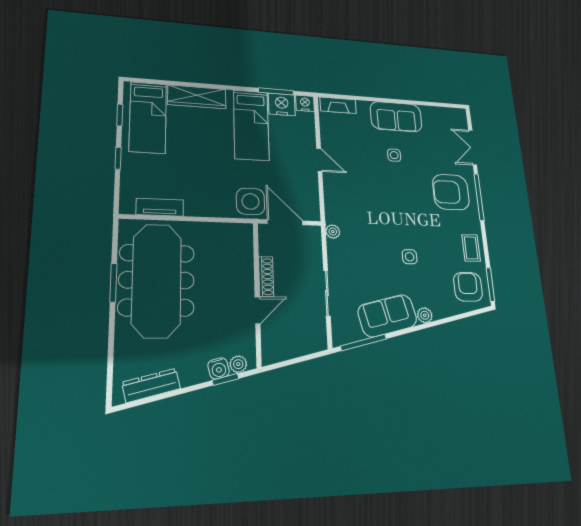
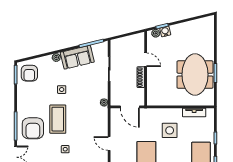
armchair: (451, 192) -> (33, 128), turned 90
side table: (251, 201) -> (170, 130), moved
coffee table: (471, 248) -> (58, 119), moved, width x1.86, depth x1.72
meeting table: (157, 280) -> (195, 75), width x0.73
door: (258, 310) -> (146, 60), swing flipped
dresser: (151, 385) -> (197, 24), removed

